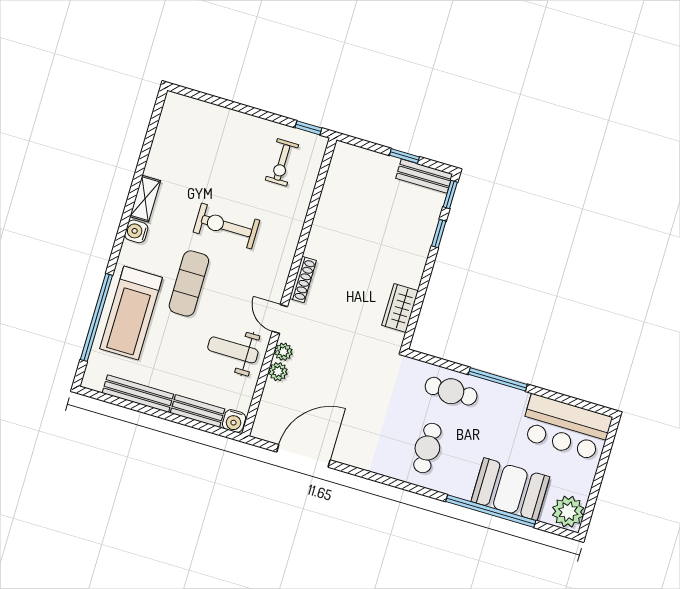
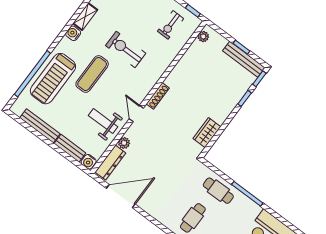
bench: (424, 176) -> (244, 59), width x1.36
plant: (283, 352) -> (203, 37), moved
dresser: (268, 410) -> (110, 163), added

